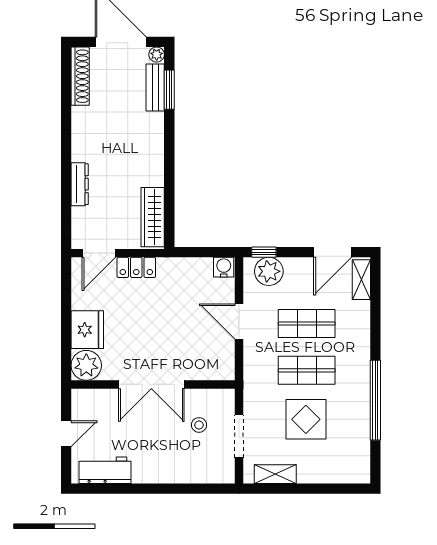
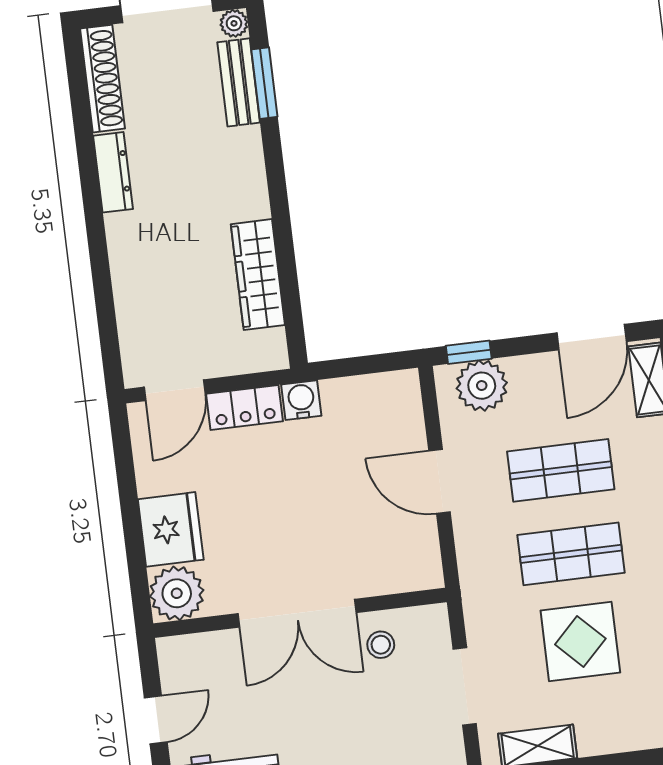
dresser: (80, 184) -> (113, 172), moved
wardrobe: (153, 217) -> (258, 275), moved
water cooler: (224, 267) -> (301, 400), moved
stool: (199, 425) -> (381, 645), moved

